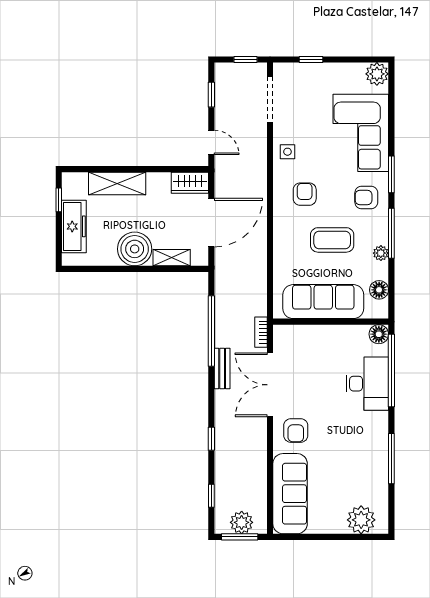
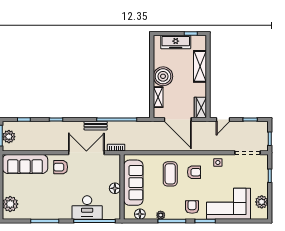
plant: (377, 74) -> (262, 202), moved
coffee table: (332, 240) -> (170, 174), moved
floor lamp: (379, 334) -> (115, 188), moved

